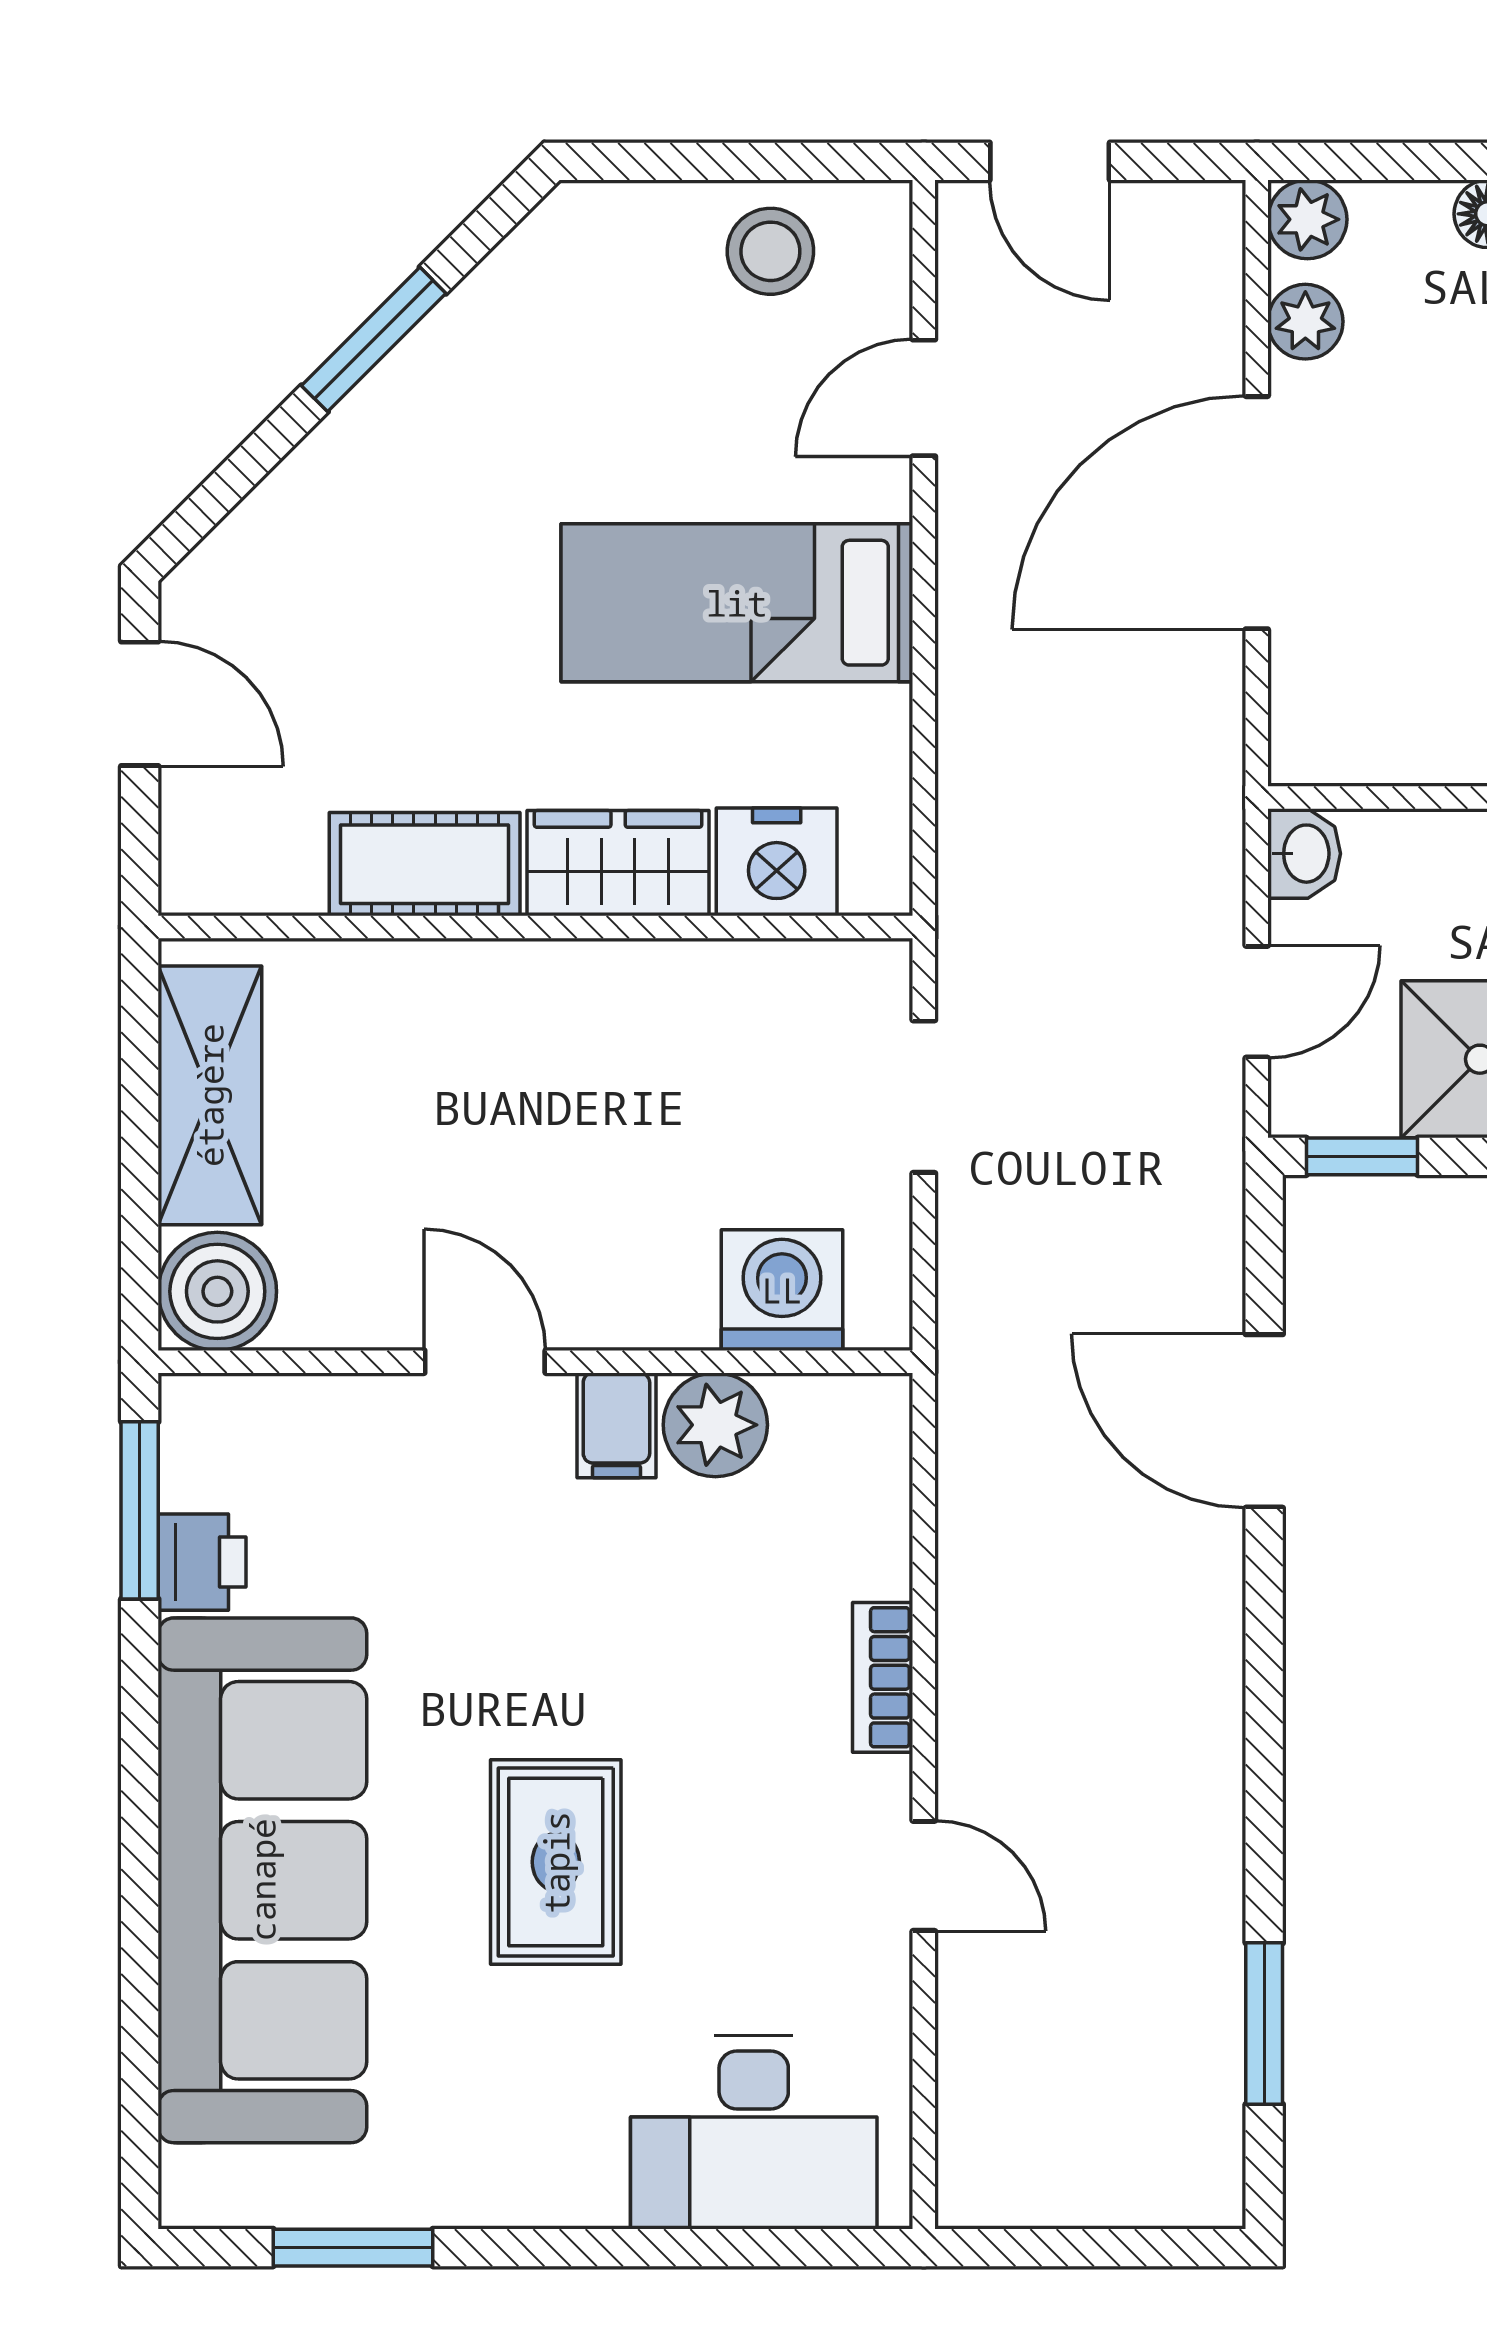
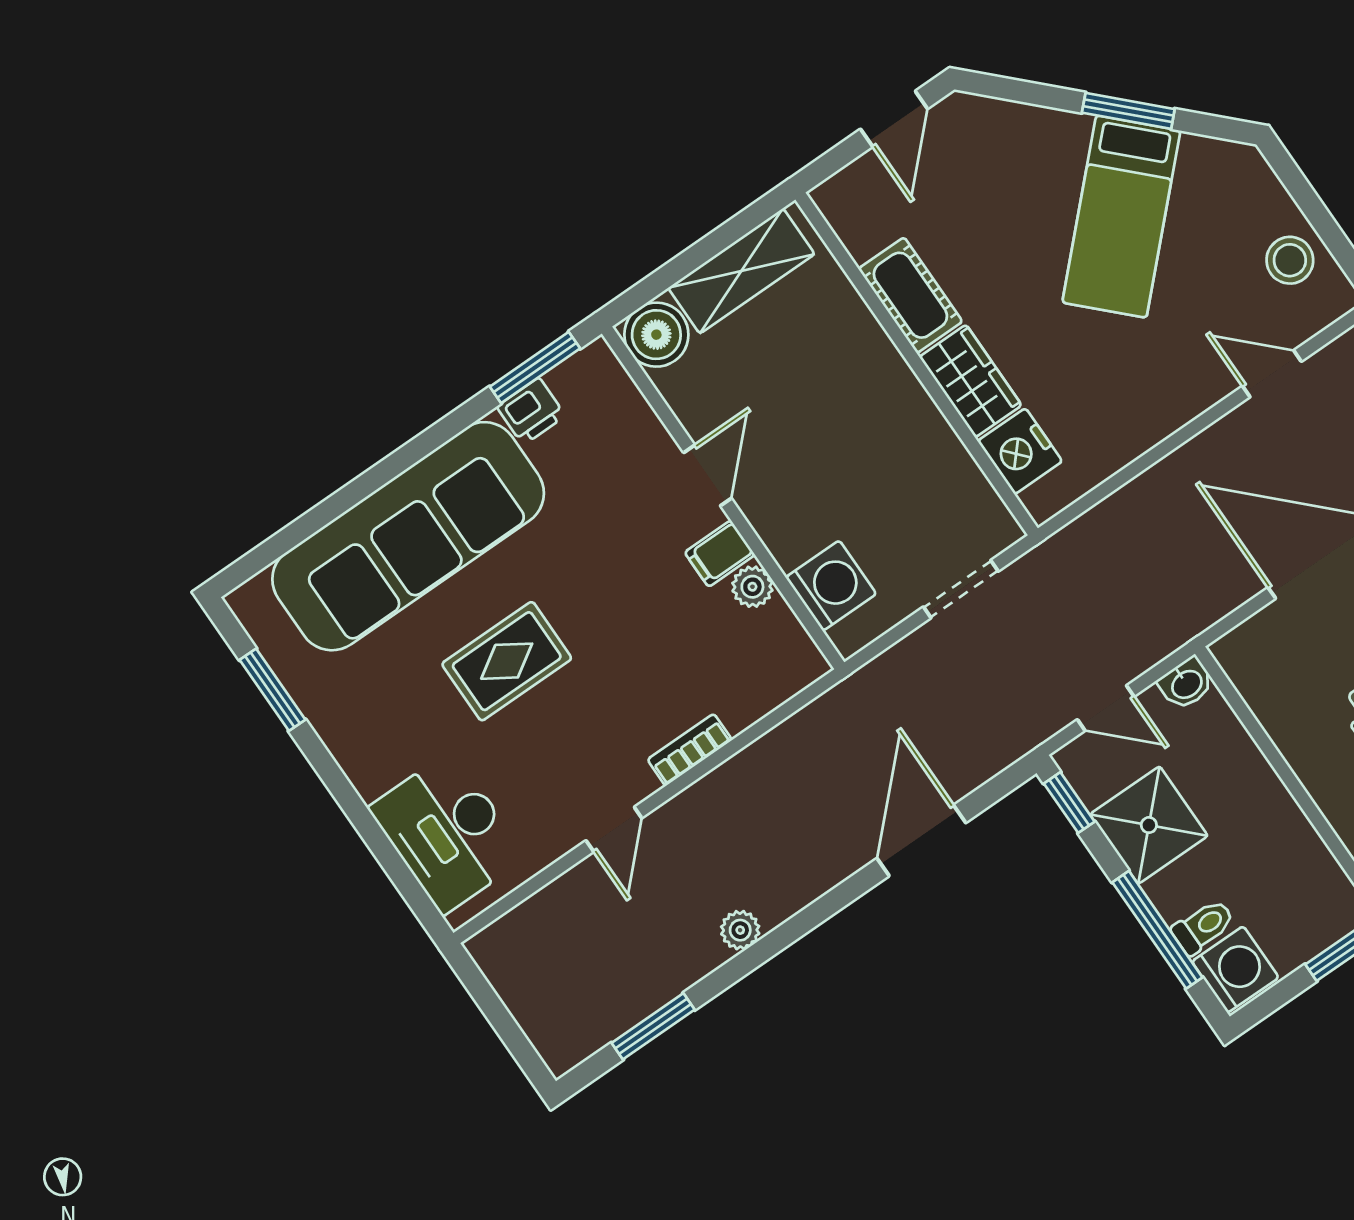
bed: (737, 603) -> (1121, 217), moved, turned -135
plant: (715, 1425) -> (752, 587), width x0.73, depth x0.73
plant: (1210, 1790) -> (740, 930), added

